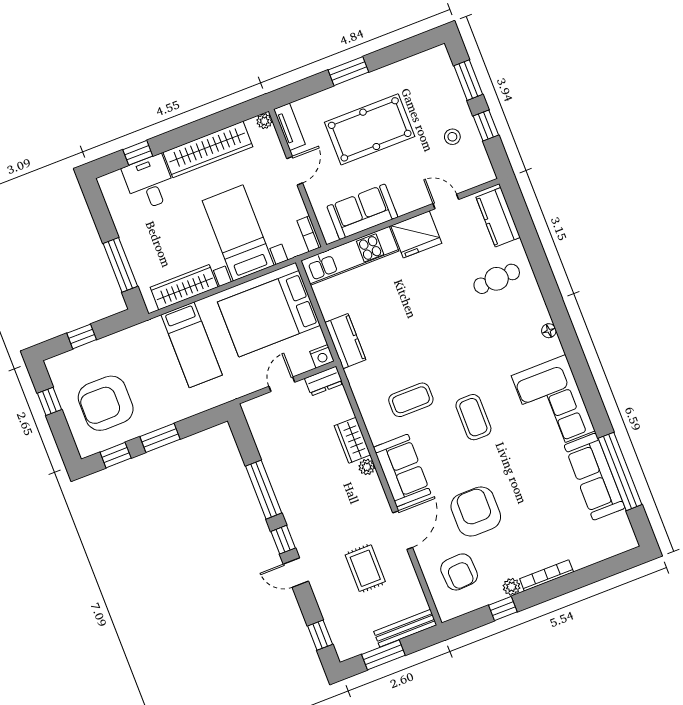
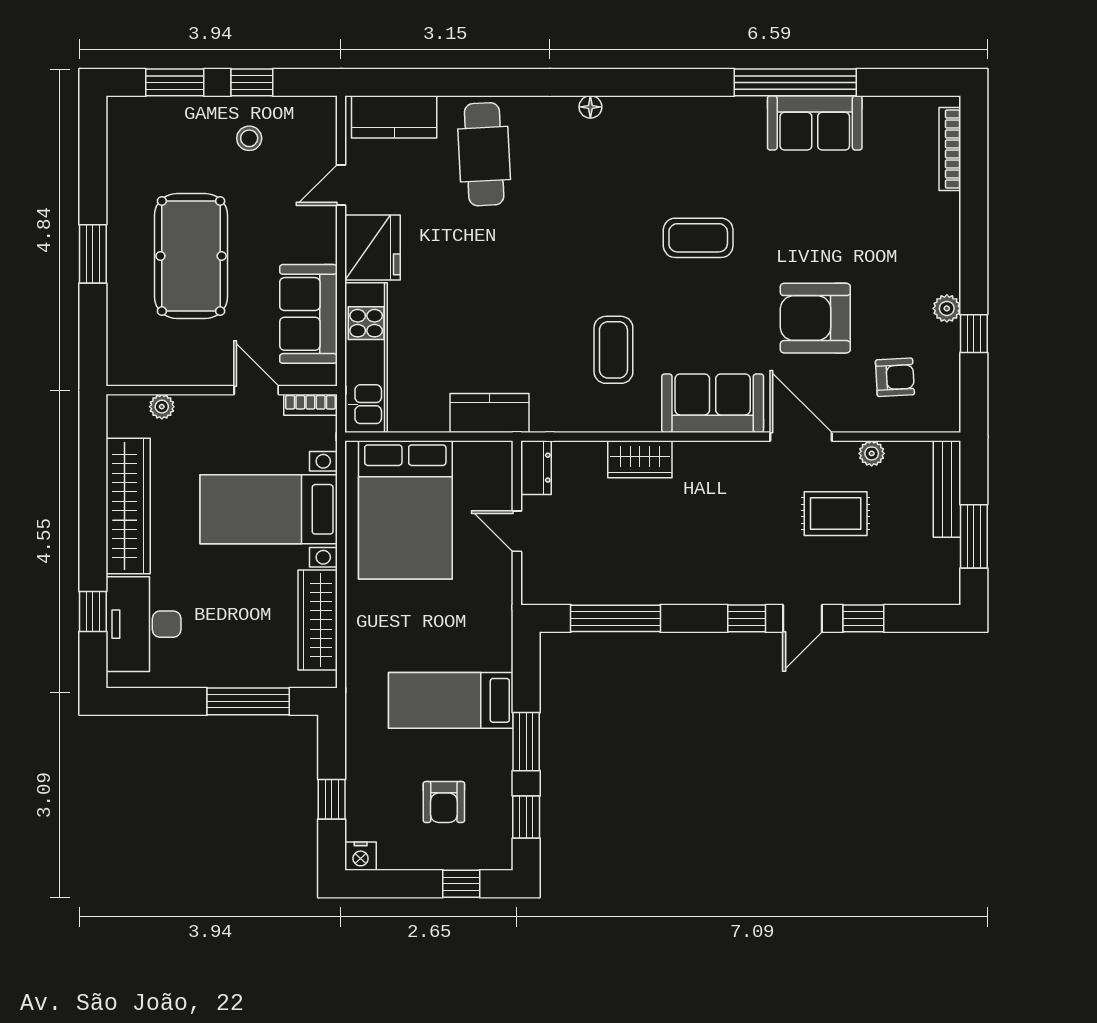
plant: (264, 121) -> (162, 407), moved
tv unit: (289, 127) -> (141, 373), removed
door: (295, 171) -> (256, 390), moved
desk: (149, 183) -> (143, 624), width x1.37
cafe table: (497, 279) -> (484, 154), width x1.37, depth x1.35
bed: (192, 345) -> (451, 700), moved, turned 180
nightstand: (322, 356) -> (361, 856), moved, turned 90
window: (50, 401) -> (461, 884), moved
armchair: (106, 403) -> (444, 802), width x0.53, depth x0.53
corner sofa: (553, 403) -> (700, 142), removed
coffee table: (473, 417) -> (698, 238), moved
plant: (367, 467) -> (872, 453), moved
window: (620, 471) -> (795, 82), moved
sofa: (595, 477) -> (815, 123), width x0.73
window: (264, 490) -> (615, 618), moved
armchair: (459, 572) -> (895, 377), width x0.72, depth x0.72
bookcase: (547, 575) -> (950, 149), moved
window: (320, 635) -> (863, 618), moved

